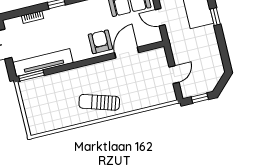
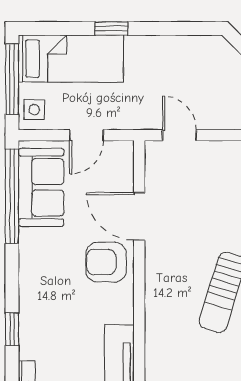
door: (174, 75) -> (179, 135), moved

